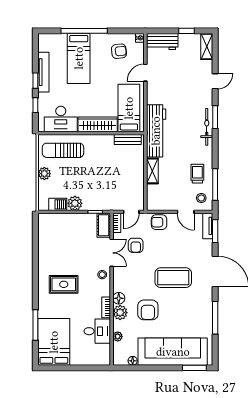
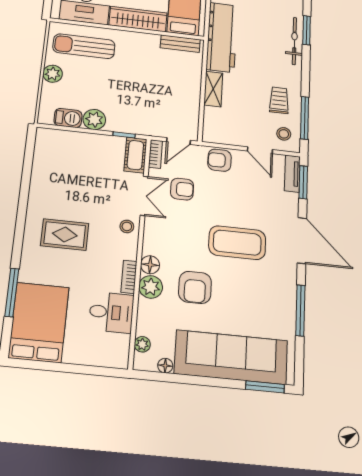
armchair: (136, 245) -> (182, 189), turned -90
plant: (118, 336) -> (142, 344), moved

